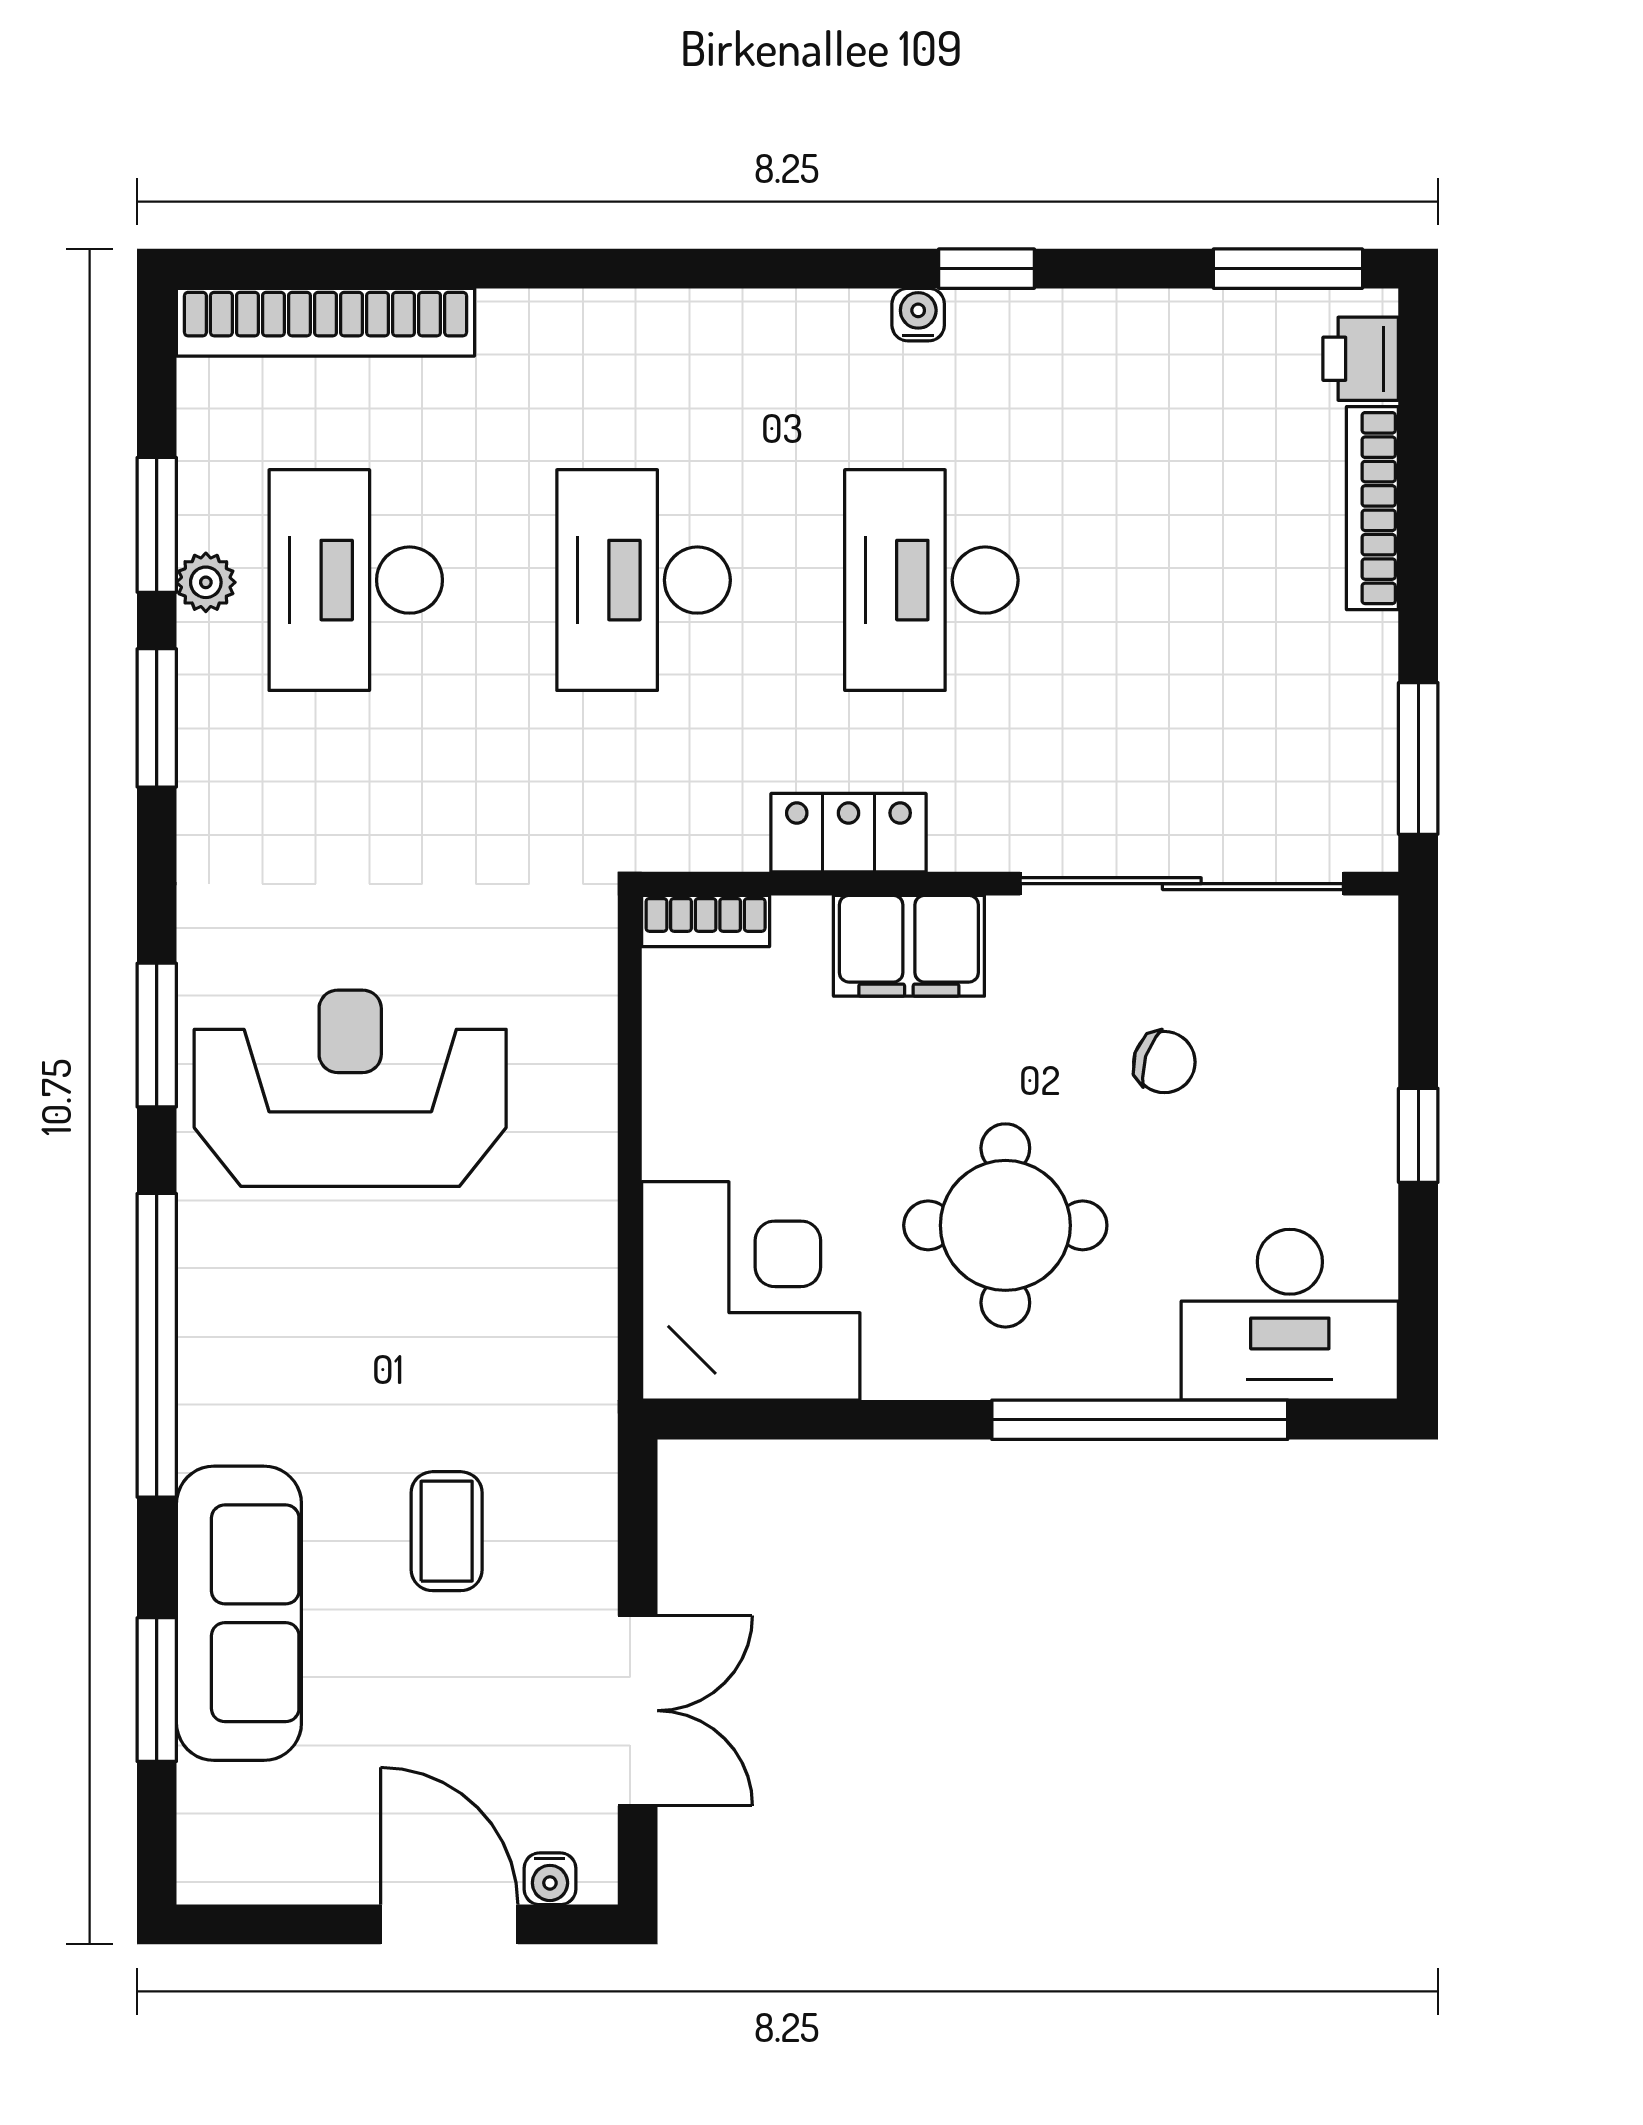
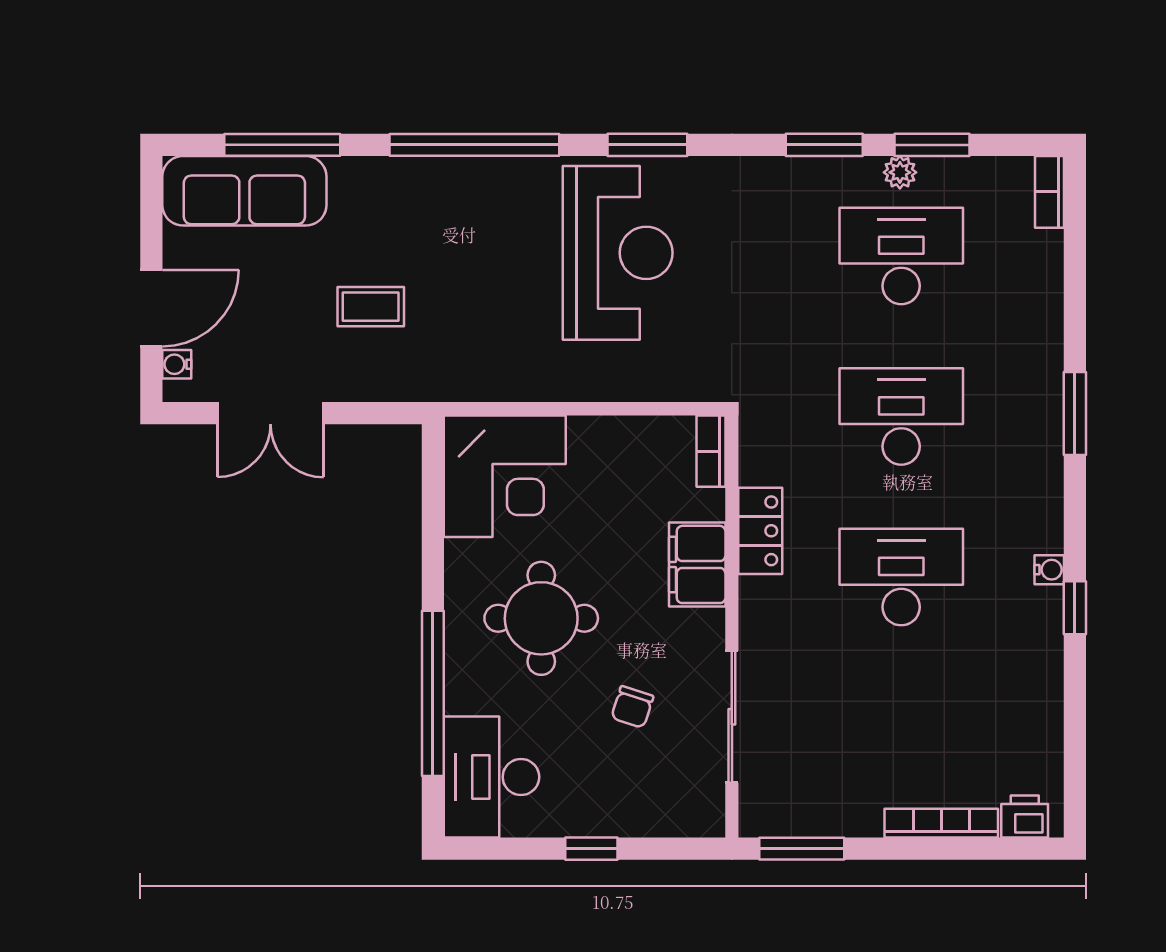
window: (1288, 269) -> (1075, 413), moved
bookcase: (325, 322) -> (1050, 192), width x0.43, depth x0.76
sliding door: (1182, 884) -> (732, 717), width x0.73
sofa: (239, 1613) -> (244, 191), moved
window: (157, 1690) -> (282, 145), width x1.44

